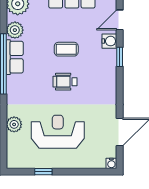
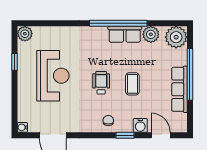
chair: (104, 74) -> (108, 121), added
plant: (14, 124) -> (25, 34), moved

